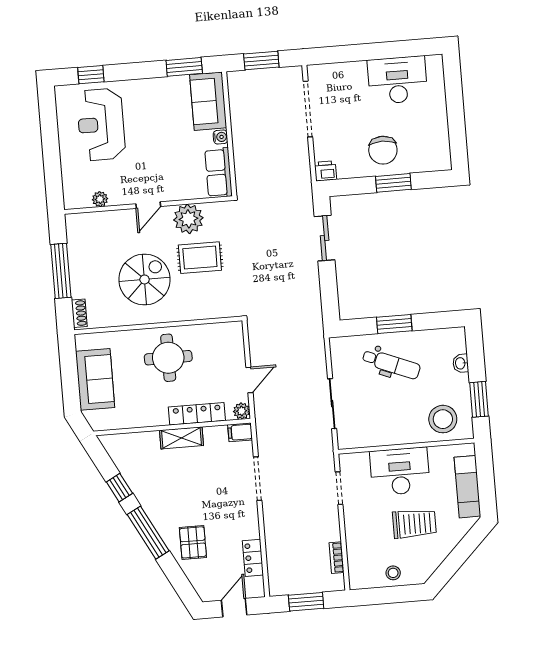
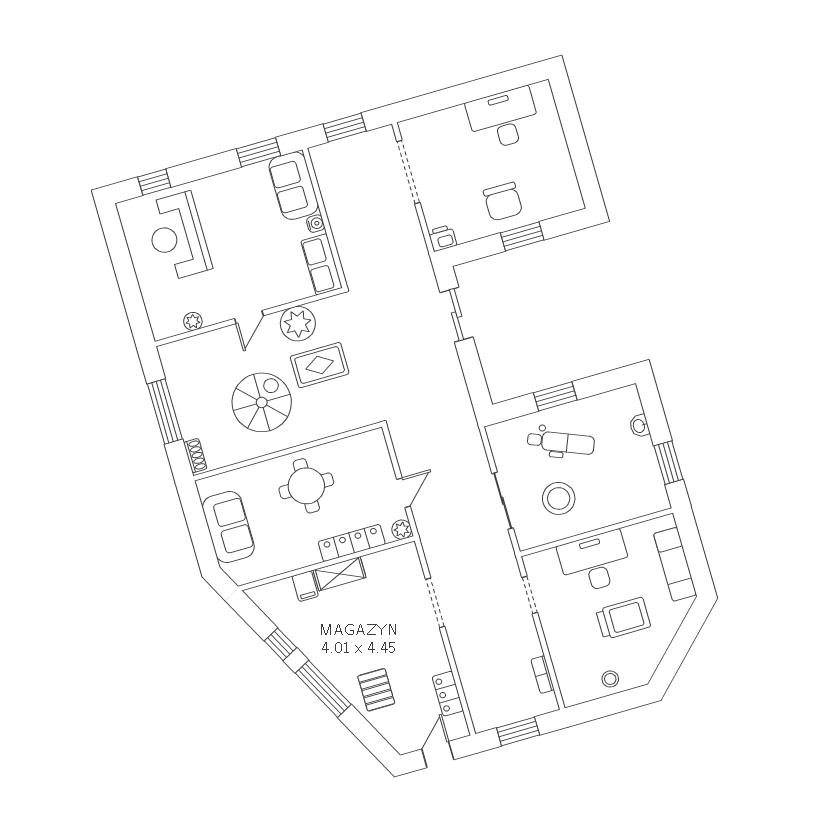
stool: (443, 419) -> (559, 498), moved
filing cabinet: (240, 432) -> (305, 586), moved, turned -90

